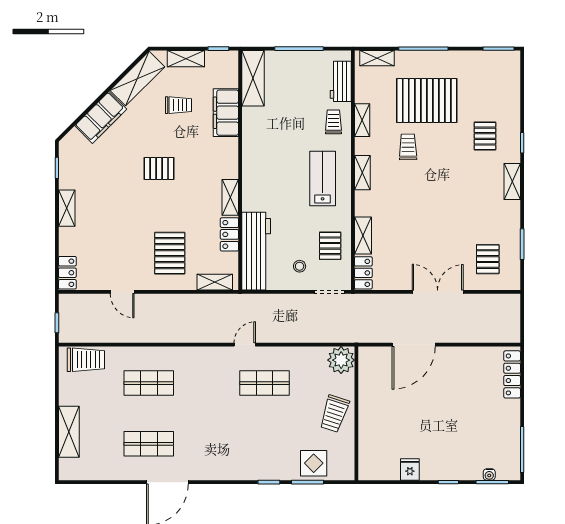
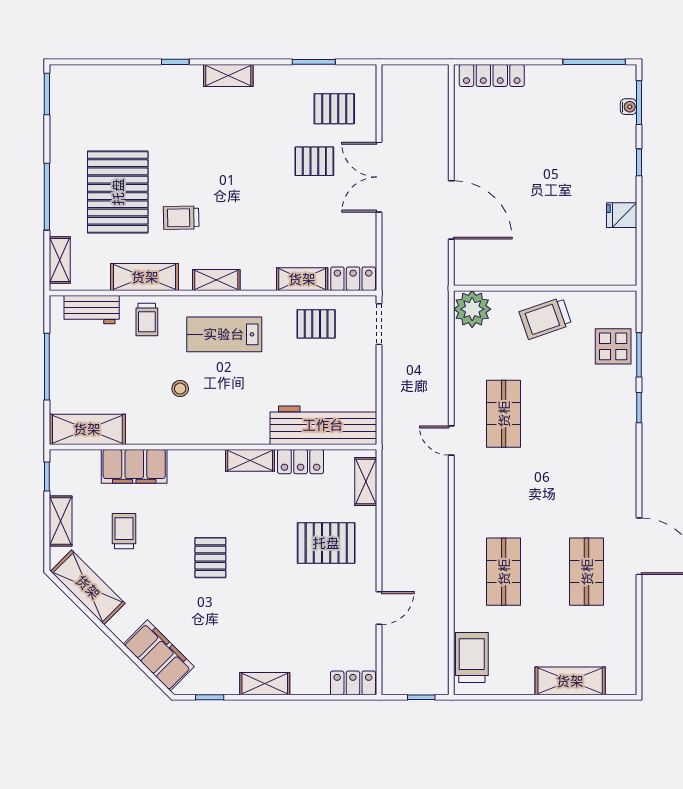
filing cabinet: (101, 117) -> (159, 655), moved
shelving: (362, 120) -> (145, 277), width x1.50, depth x1.33
trolley: (333, 122) -> (147, 320), turned -90
pallet: (485, 136) -> (314, 161), moved
stool: (300, 266) -> (180, 389), moved
trolley: (334, 414) -> (545, 318), turned 143

